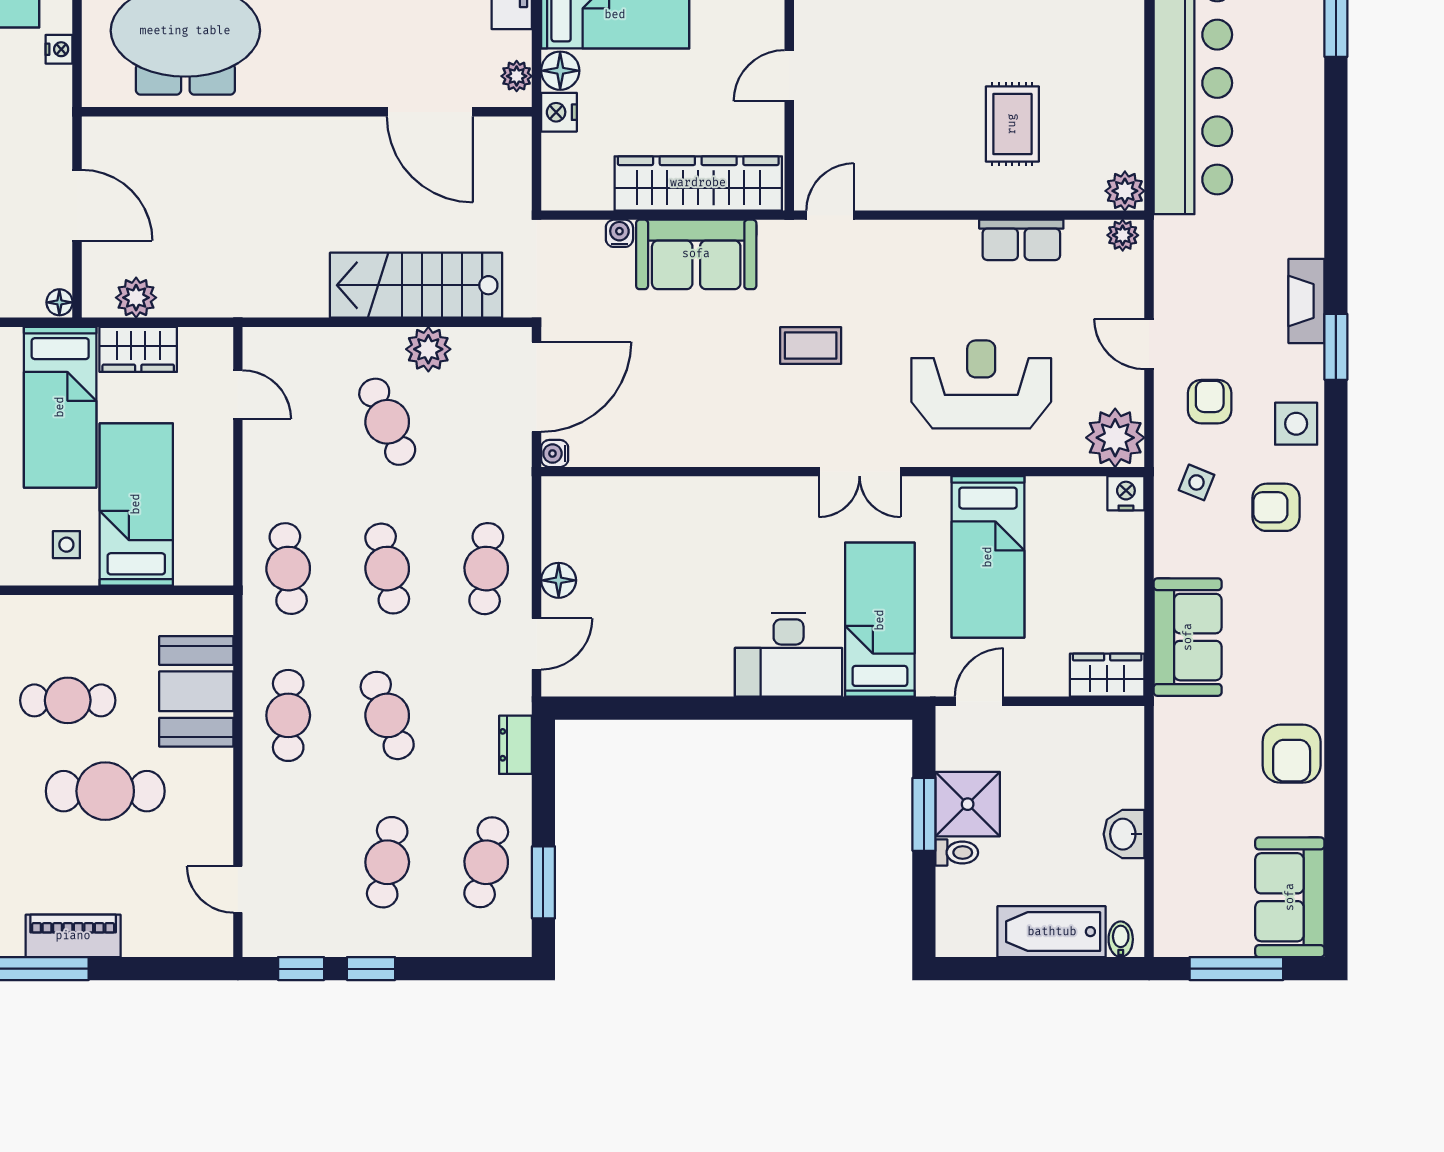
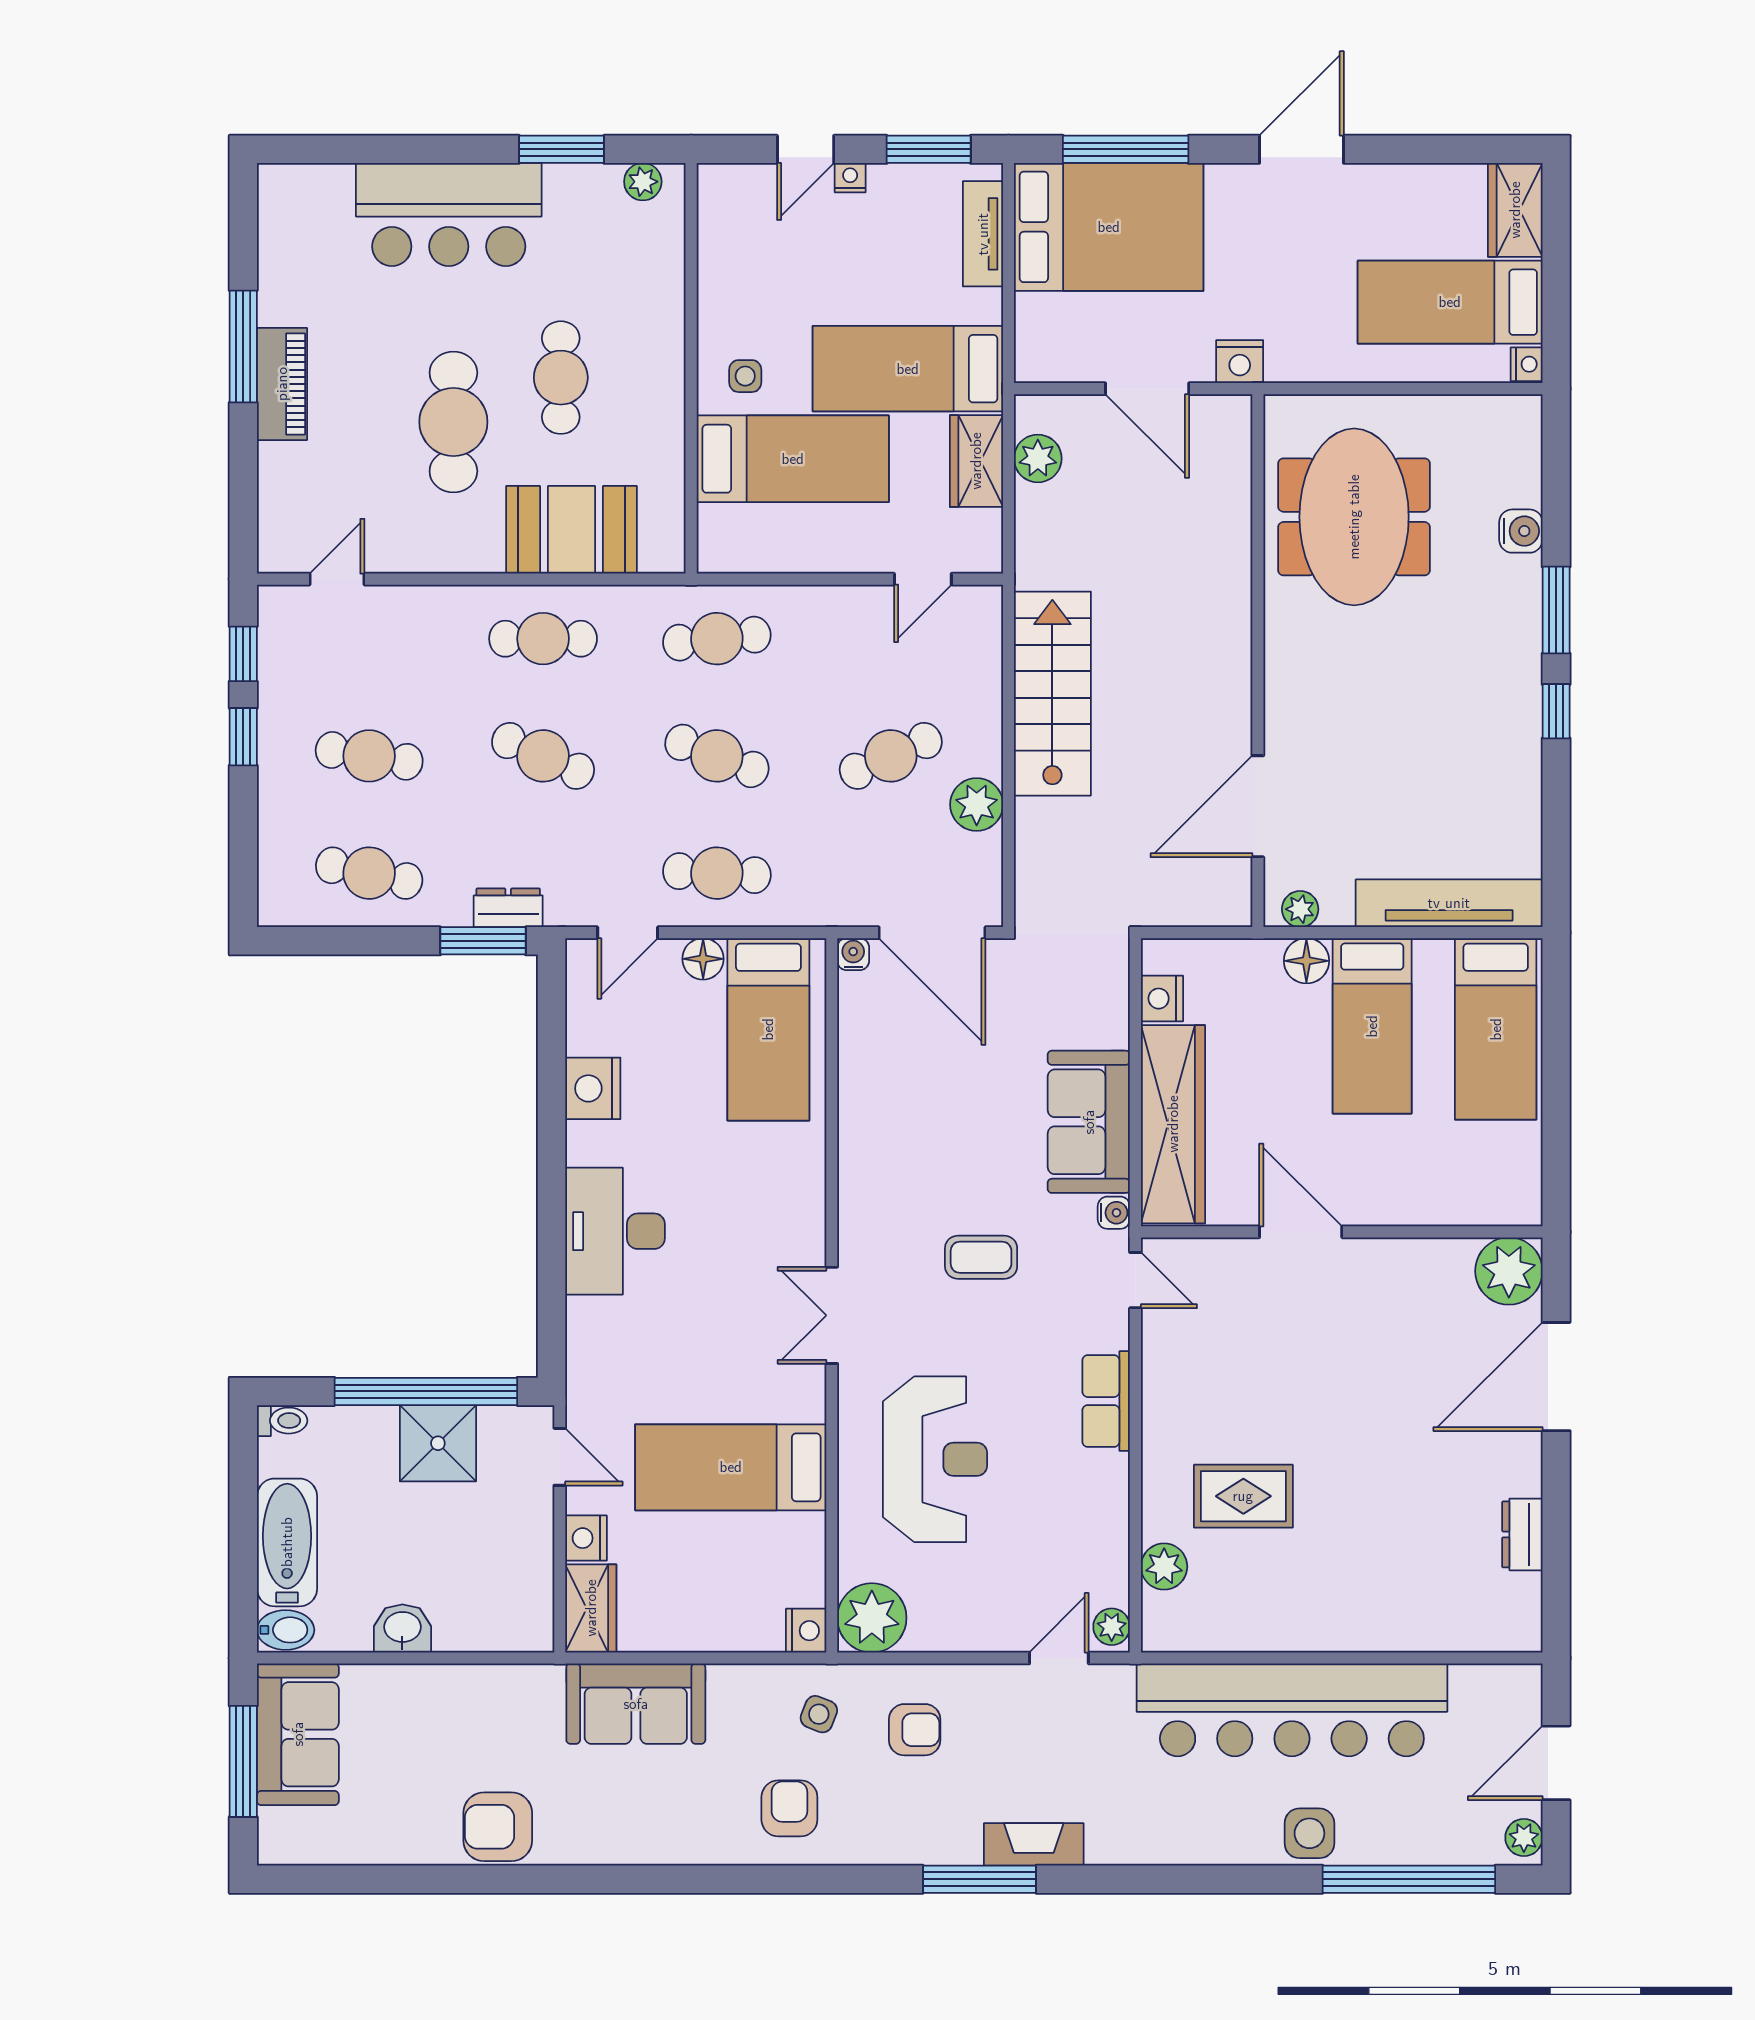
nightstand: (59, 49) -> (1240, 362), moved, width x1.39, depth x1.35
door: (789, 76) -> (1301, 1232), width x1.37
nightstand: (559, 112) -> (1162, 999), moved, turned -90
plant: (1125, 191) -> (1164, 1567), moved
door: (77, 205) -> (1147, 389), hinge flipped
water cooler: (619, 233) -> (1114, 1213), moved
row of seats: (1021, 240) -> (1106, 1401), moved
stairs: (416, 285) -> (1052, 694), moved
floor lamp: (59, 302) -> (1032, 368), removed
door: (1149, 344) -> (1059, 1658), moved
coffee table: (811, 345) -> (981, 1257), turned 90
window: (1336, 347) -> (979, 1879), width x1.44
side table: (1296, 424) -> (1309, 1833), moved
cafe table: (387, 569) -> (717, 756), turned 33
bed: (880, 620) -> (768, 1029), moved, turned 90
door: (537, 644) -> (628, 933), hinge flipped
nightstand: (668, 673) -> (593, 1088), added
nightstand: (1048, 679) -> (586, 1538), added
cafe table: (387, 715) -> (543, 756), turned 45
window: (924, 814) -> (426, 1391), width x2.11
toilet: (957, 853) -> (282, 1421), moved, turned -90
window: (543, 882) -> (483, 941), moved
sofa: (1290, 897) -> (298, 1734), moved, turned 90
bidet: (1121, 939) -> (286, 1630), width x1.38, depth x1.36

